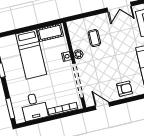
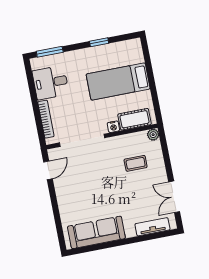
cot: (50, 32) -> (135, 119), moved, turned 90
plant: (78, 54) -> (153, 135), moved
armchair: (125, 89) -> (69, 200), removed

